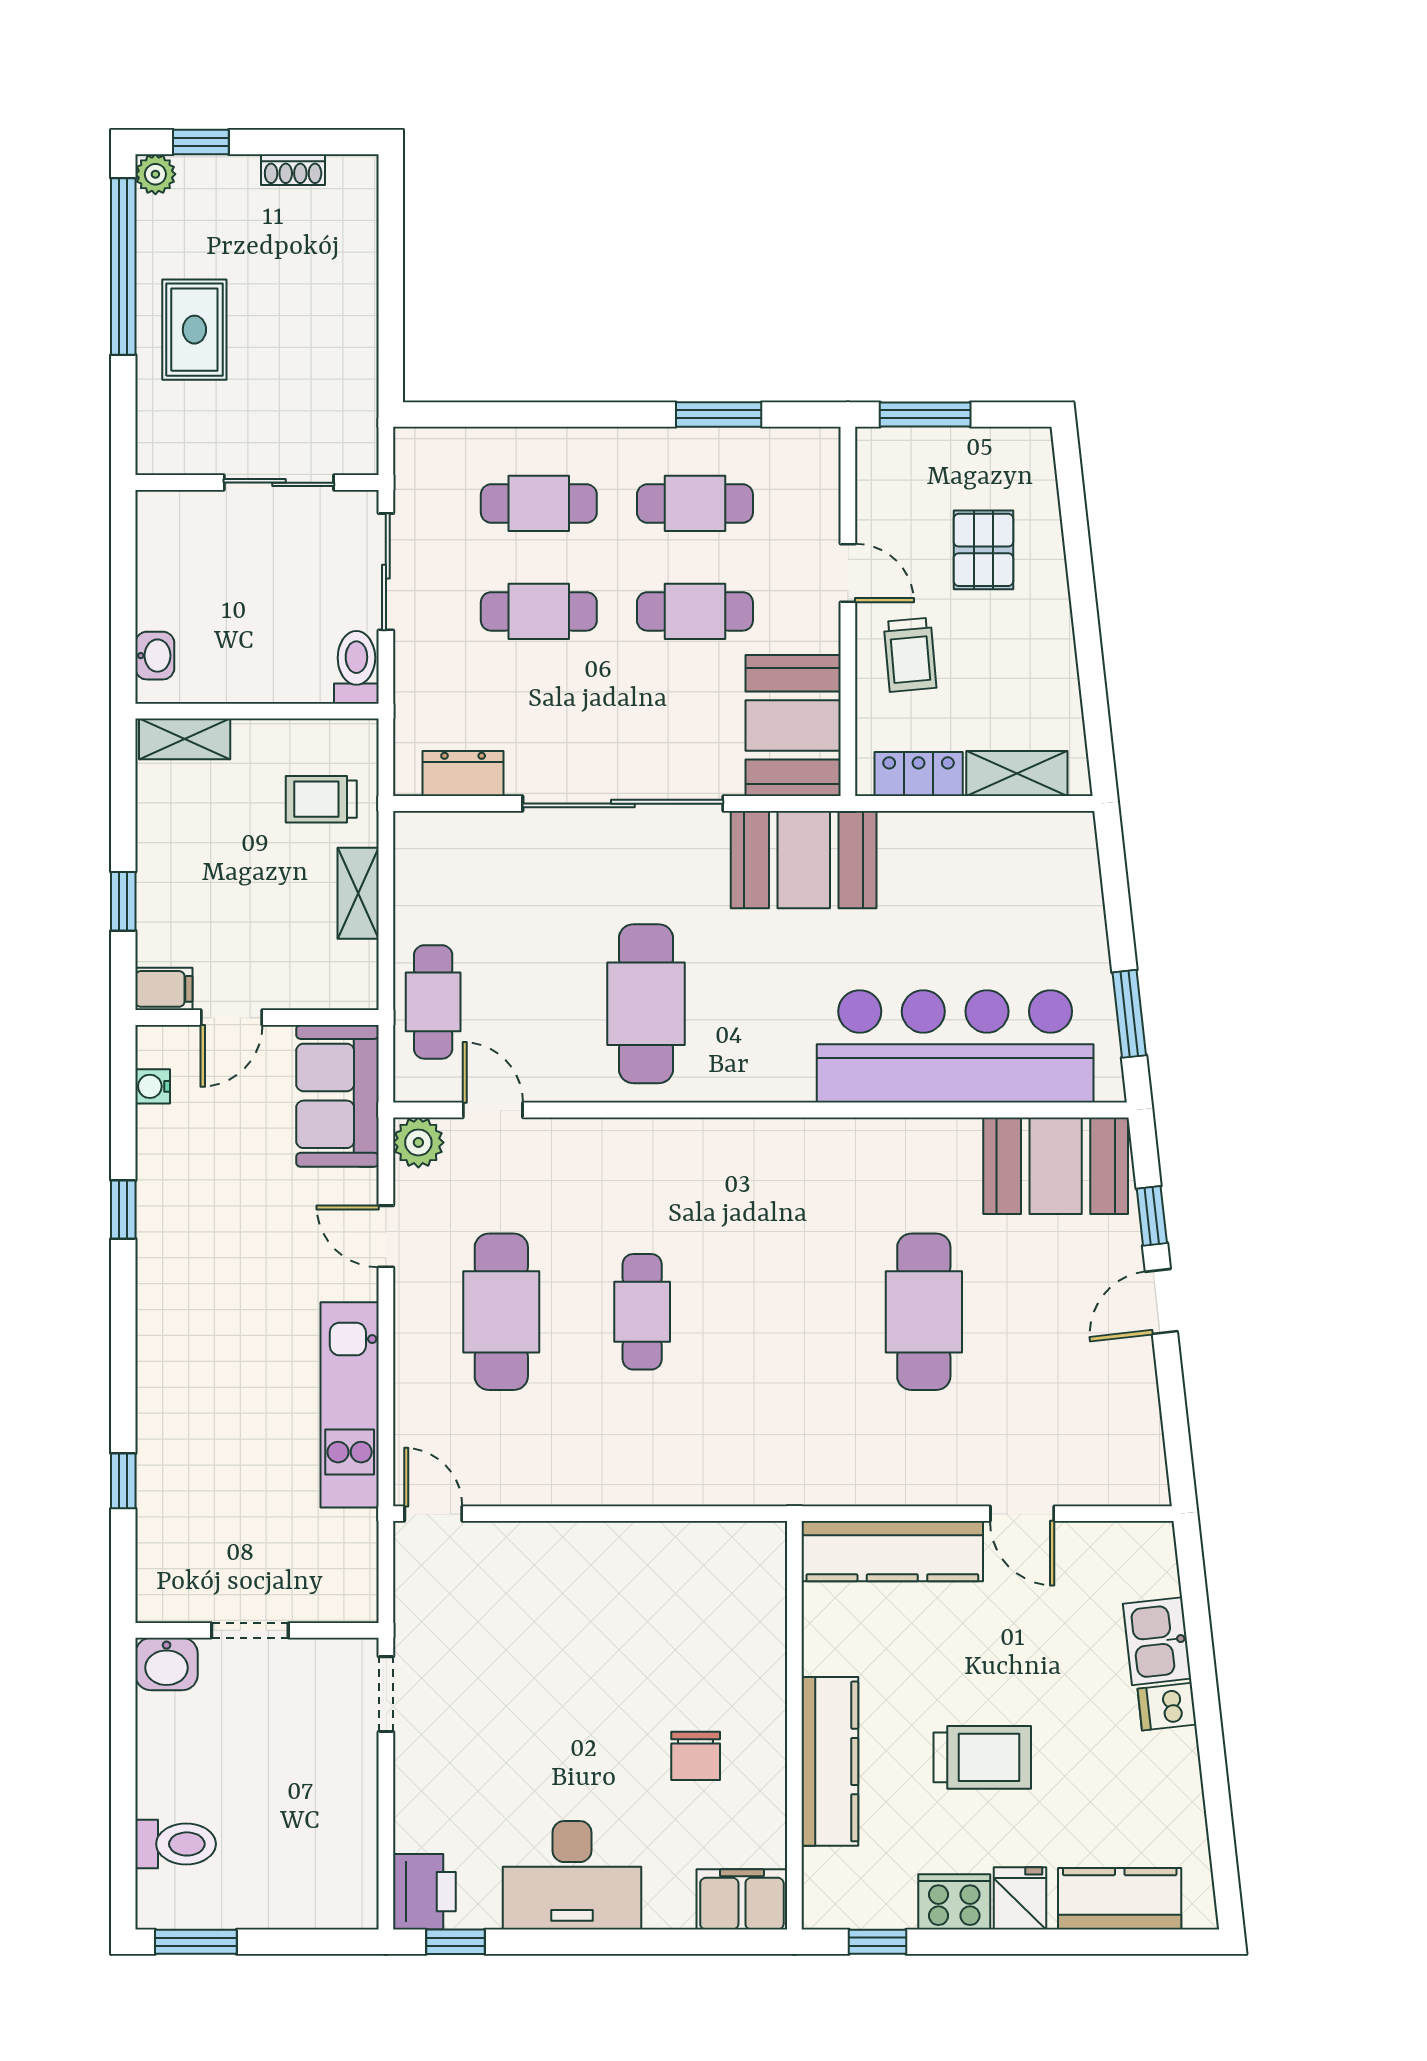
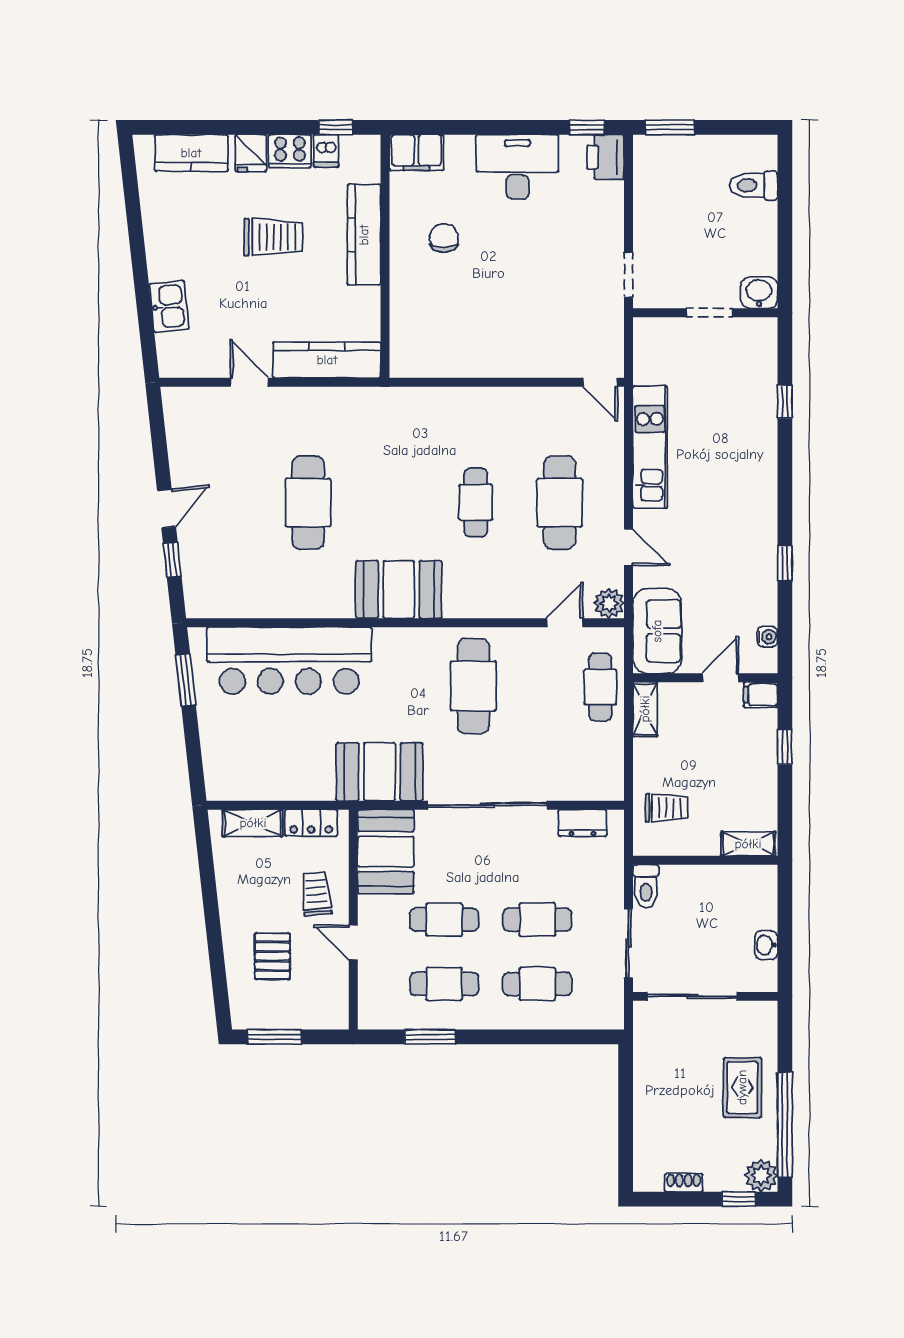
plant: (155, 174) -> (761, 1176), width x1.38, depth x1.38
window: (925, 414) -> (275, 1037), moved
sliding door: (279, 483) -> (692, 996), width x1.37
washbasin: (155, 656) -> (766, 945), moved
shelving: (358, 893) -> (645, 709), moved
door: (493, 1110) -> (565, 623), swing flipped
booth: (1056, 1166) -> (399, 589), moved
dishwasher: (1167, 1707) -> (326, 151), moved, turned 96
trolley: (982, 1757) -> (273, 237), turned 180
window: (196, 1942) -> (670, 127), moved

